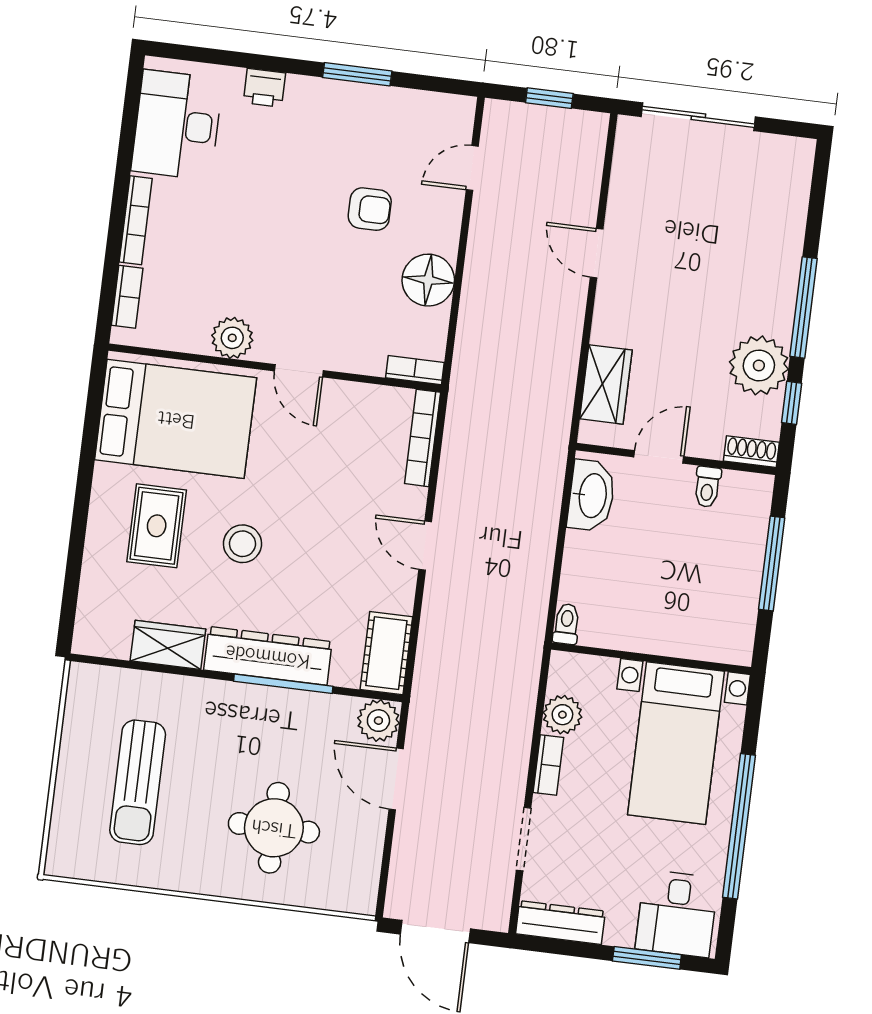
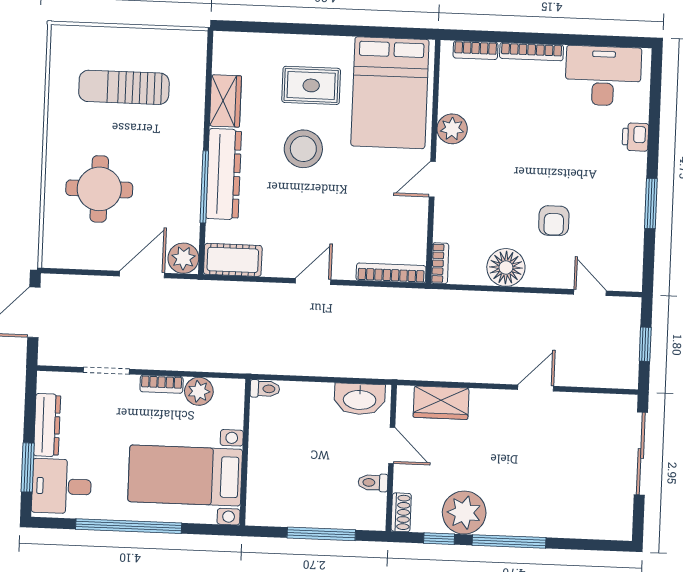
stool: (242, 544) -> (303, 149), width x1.38, depth x1.38
dresser: (560, 923) -> (47, 425), moved

